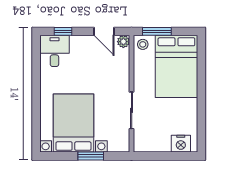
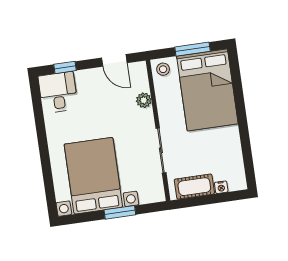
window: (157, 31) -> (192, 49), moved
plant: (123, 42) -> (144, 100), moved
cot: (155, 144) -> (194, 187), added
nightstand: (181, 144) -> (221, 187), width x0.53, depth x0.56

